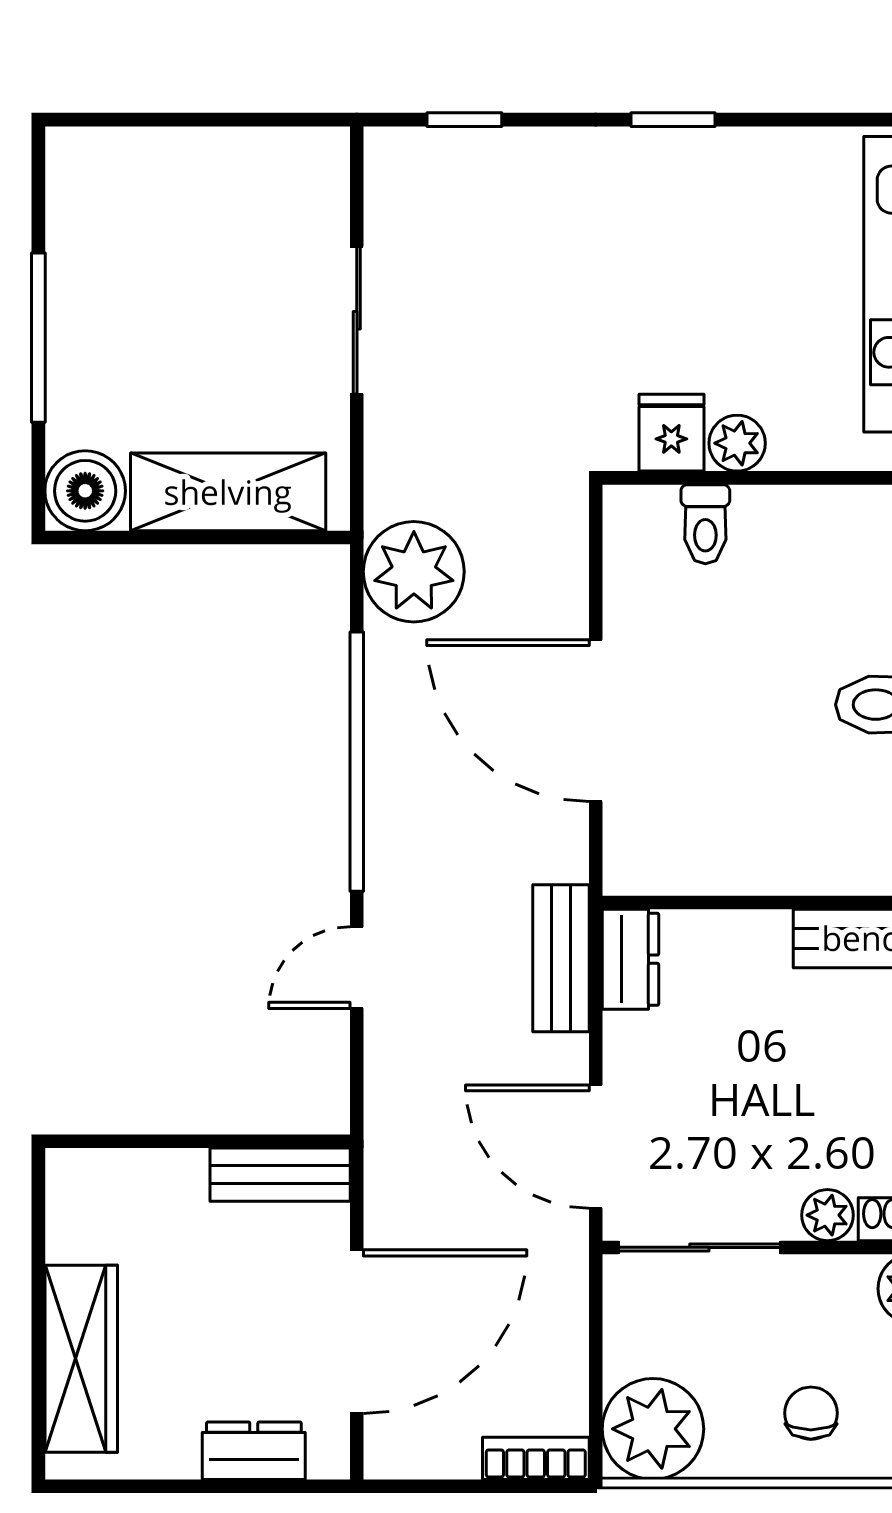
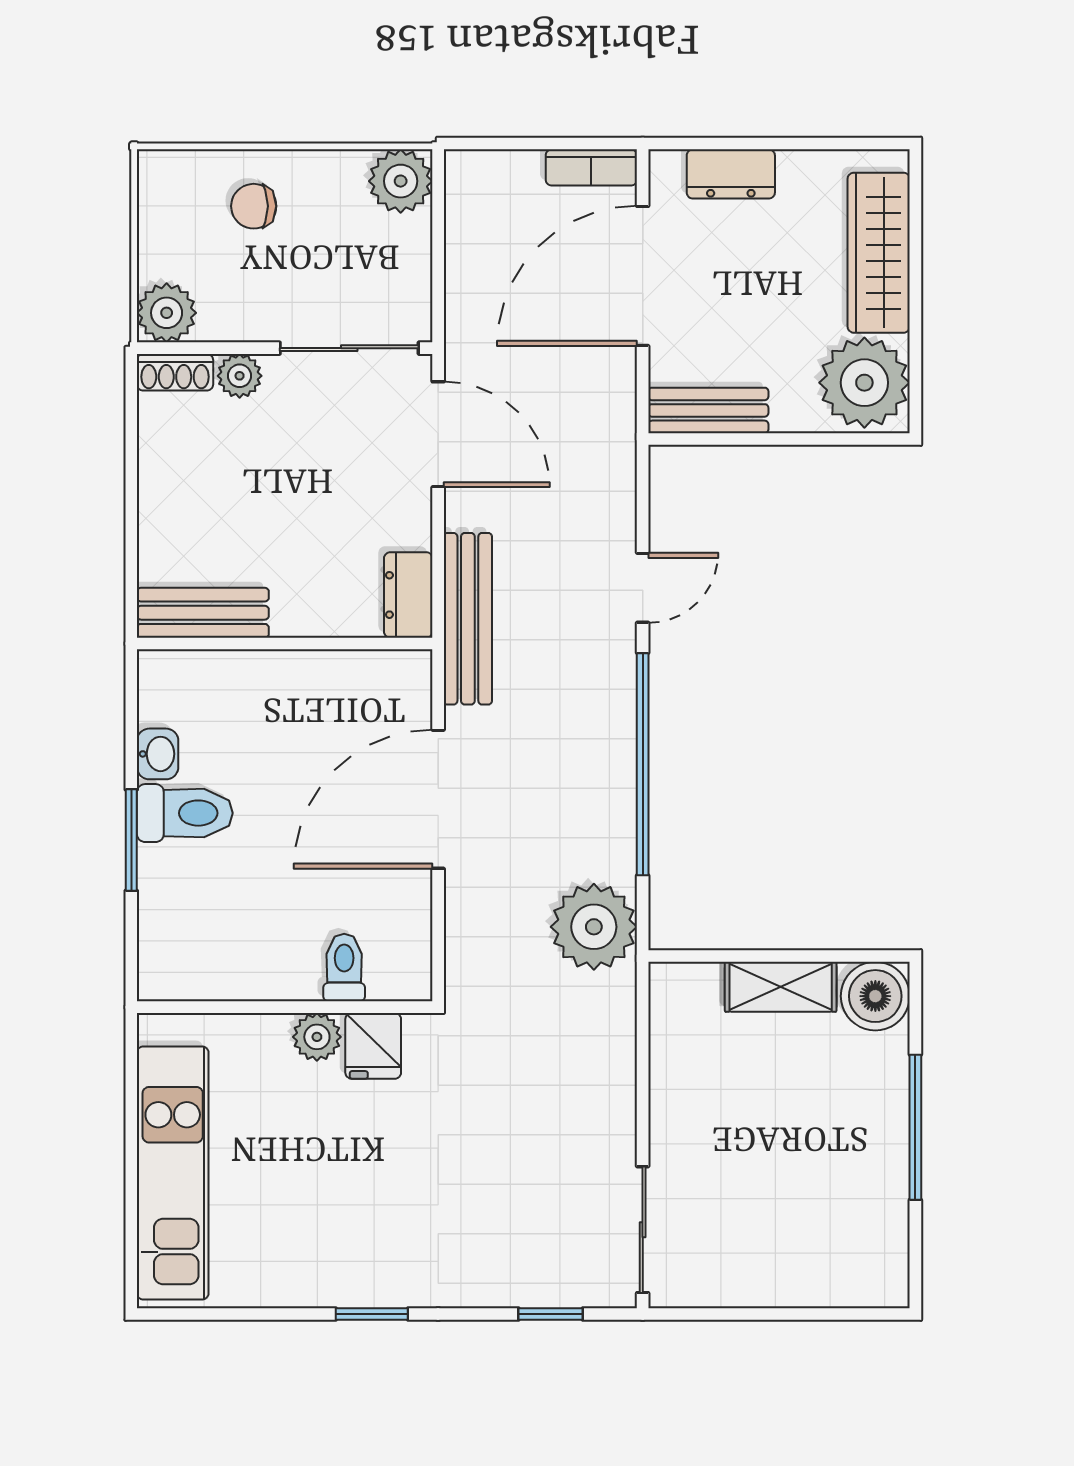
sliding door: (357, 320) -> (643, 1230), moved
shelving: (228, 492) -> (781, 987), width x0.67, depth x0.75
door: (596, 721) -> (438, 799), swing flipped
bench: (561, 958) -> (468, 619), width x1.36
plant: (98, 1207) -> (864, 383), added
chair: (811, 1413) -> (254, 206), turned 90
plant: (653, 1429) -> (401, 181), width x0.73, depth x0.73
bookcase: (536, 1458) -> (591, 167), moved

